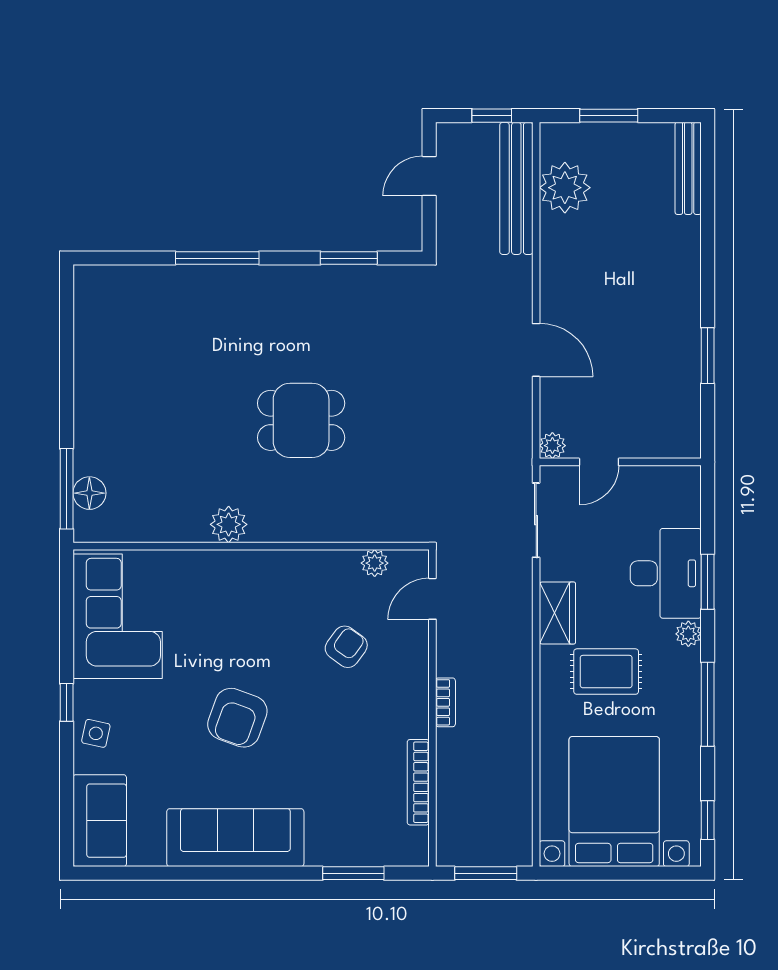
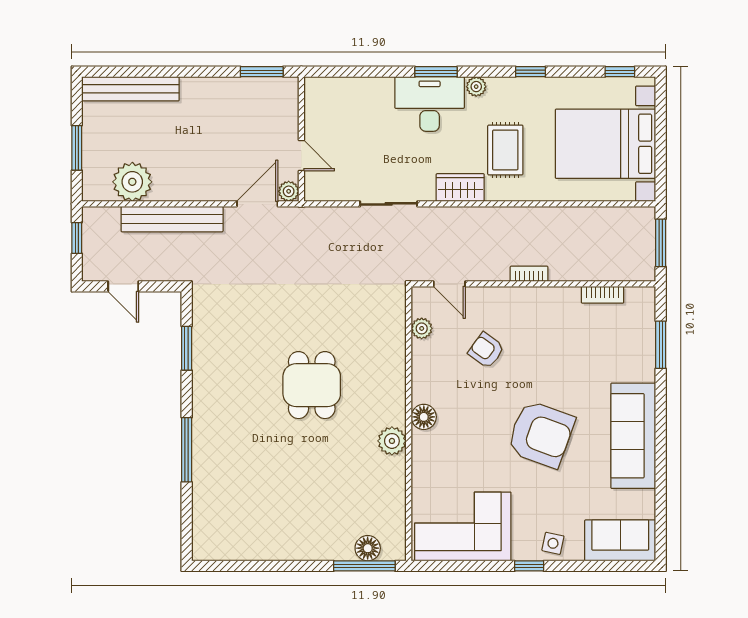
bench: (688, 168) -> (130, 89), width x1.37, depth x1.21
bench: (516, 188) -> (172, 219), moved
plant: (552, 446) -> (289, 191), moved
door: (599, 462) -> (301, 155), moved
wall: (620, 462) -> (301, 139), moved
floor lamp: (260, 566) -> (424, 417), added
window: (708, 704) -> (530, 72), width x0.46
armchair: (237, 718) -> (541, 434), width x1.36, depth x1.36
bookcase: (418, 782) -> (602, 295), width x0.64

